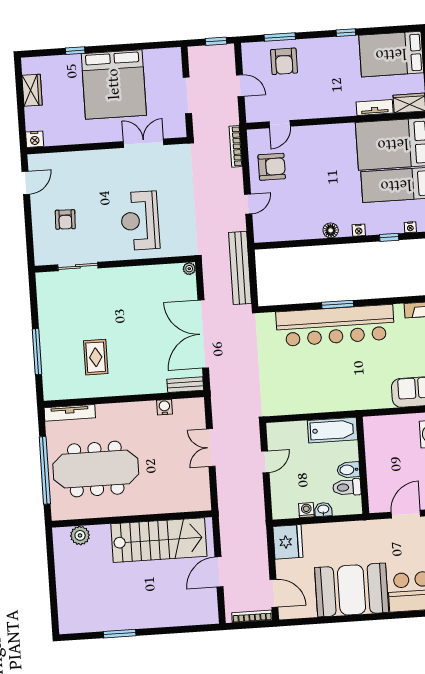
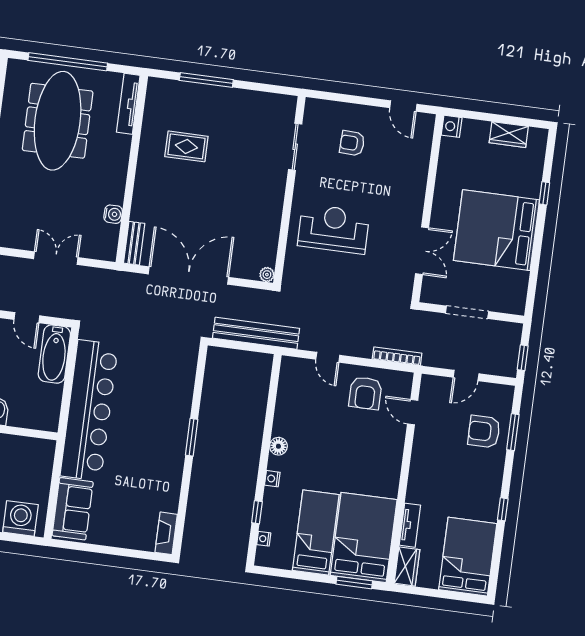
bar counter: (335, 325) -> (89, 410), moved, turned 180
bathtub: (332, 430) -> (54, 354), moved

